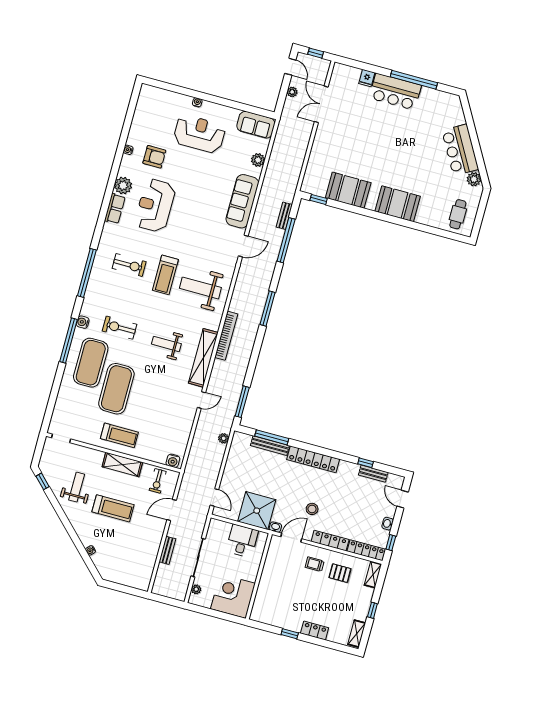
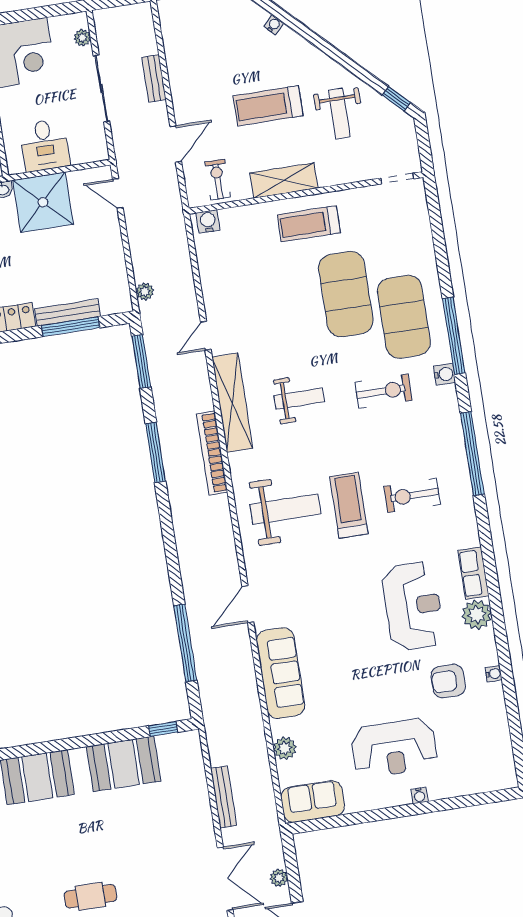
cafe table: (398, 127) -> (90, 896), added
bench: (284, 216) -> (224, 797), moved, width x1.36
window: (268, 308) -> (156, 452), moved

